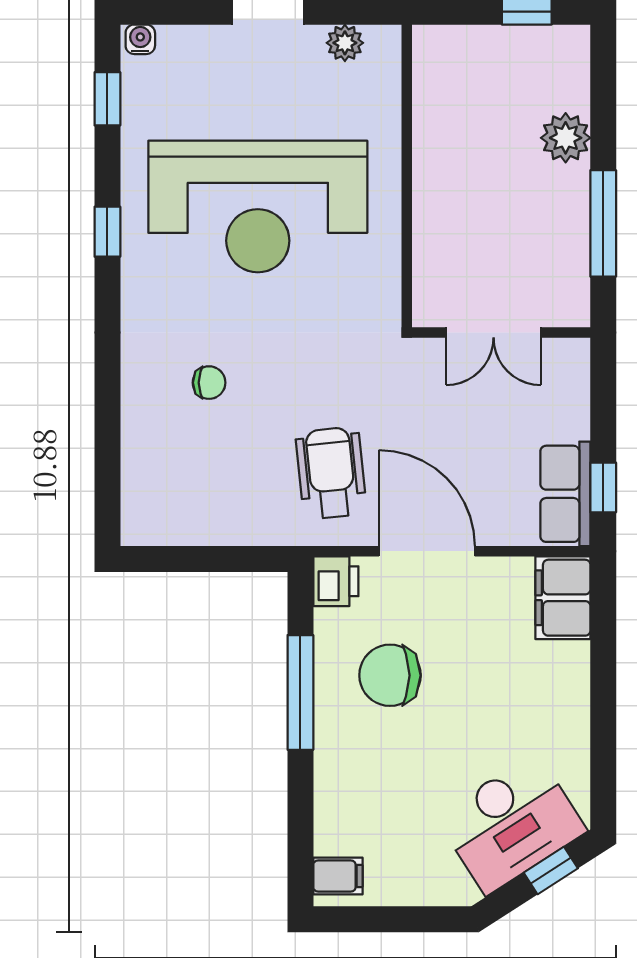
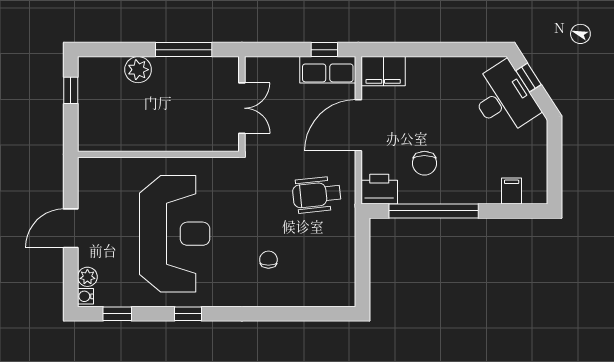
plant: (345, 43) -> (87, 277), moved
door: (427, 551) -> (358, 125), moved
printer: (336, 581) -> (379, 189), width x1.36, depth x1.24
chair: (390, 675) -> (424, 163), width x0.73, depth x0.73
window: (300, 692) -> (434, 211), width x1.46
filing cabinet: (338, 876) -> (512, 191), moved

